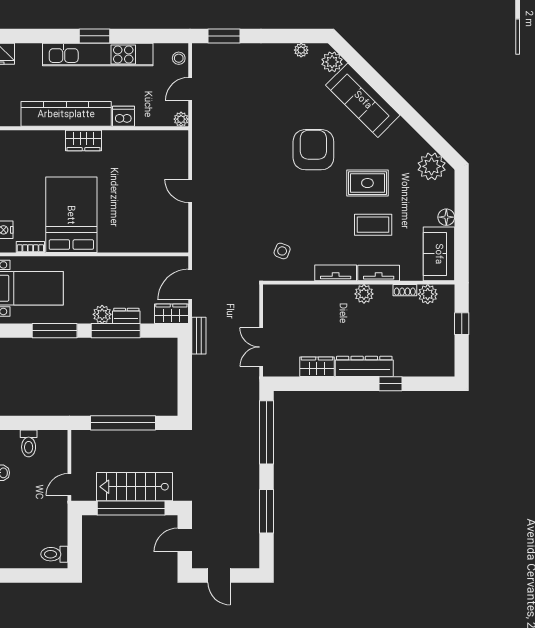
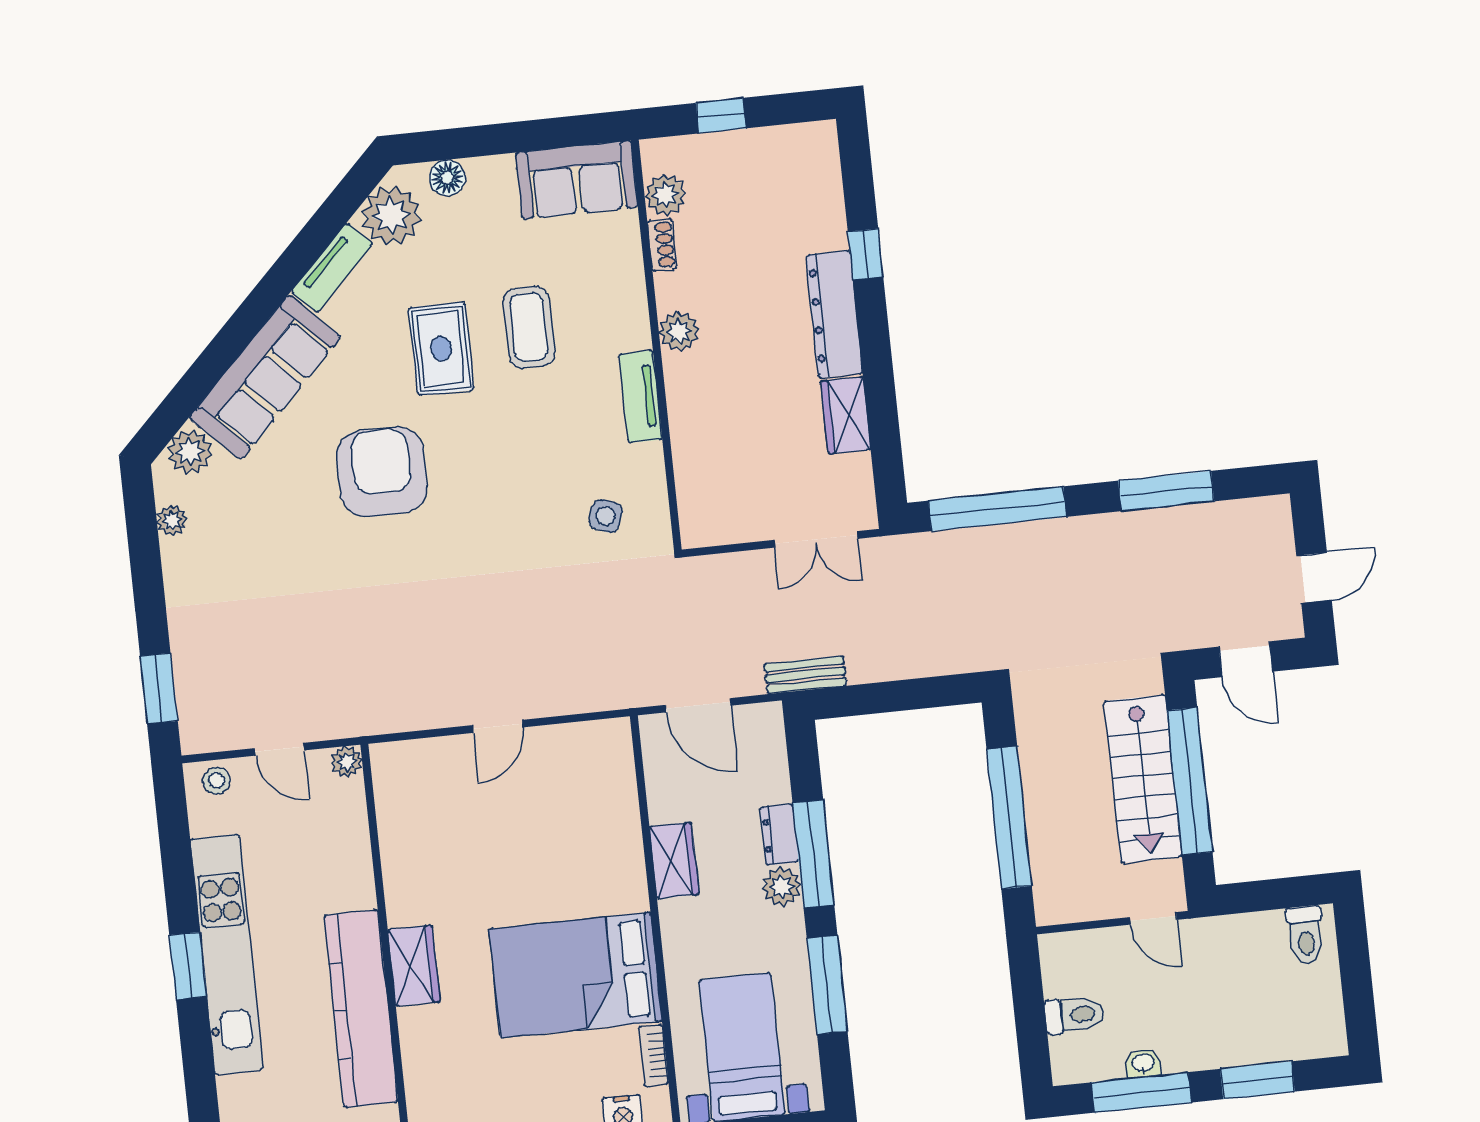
dishwasher: (123, 116) -> (353, 886), removed
armchair: (313, 150) -> (382, 472), turned 90
floor lamp: (446, 217) -> (447, 178), moved
tv unit: (379, 273) -> (332, 268), moved, turned -135
wardrobe: (171, 314) -> (674, 860), moved, turned 180

